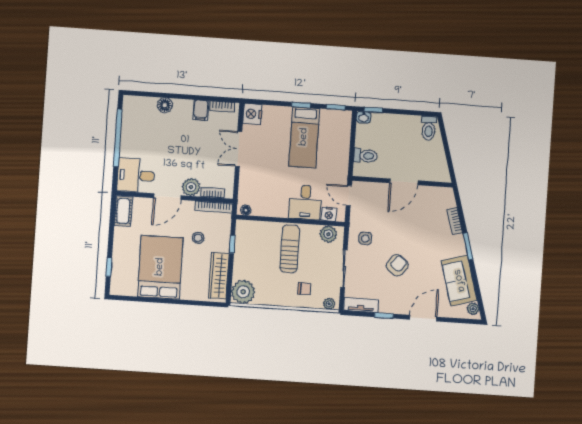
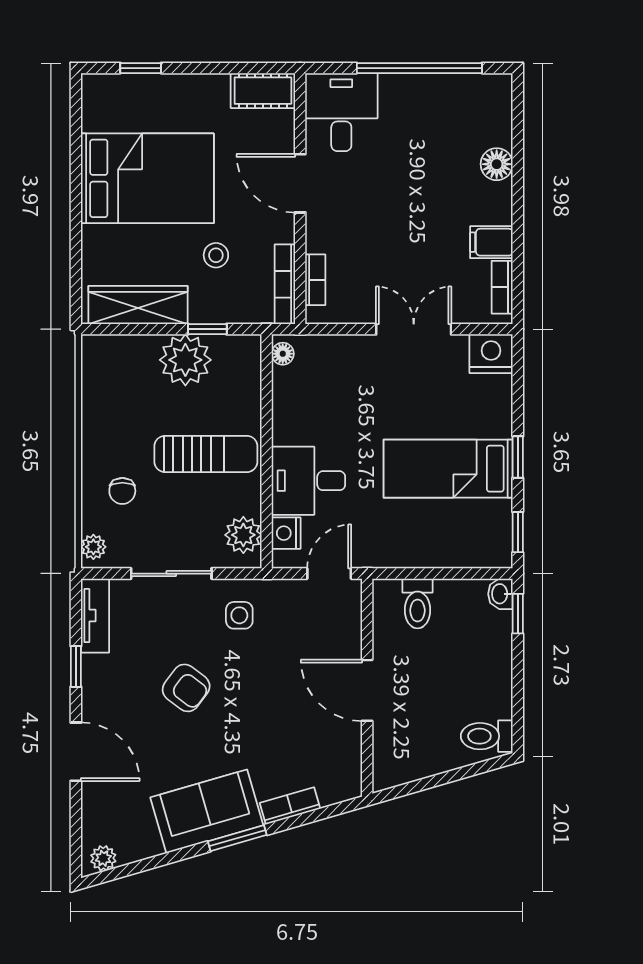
plant: (191, 187) -> (324, 232), removed
sofa: (459, 281) -> (207, 811), moved
plant: (243, 292) -> (185, 360), moved

